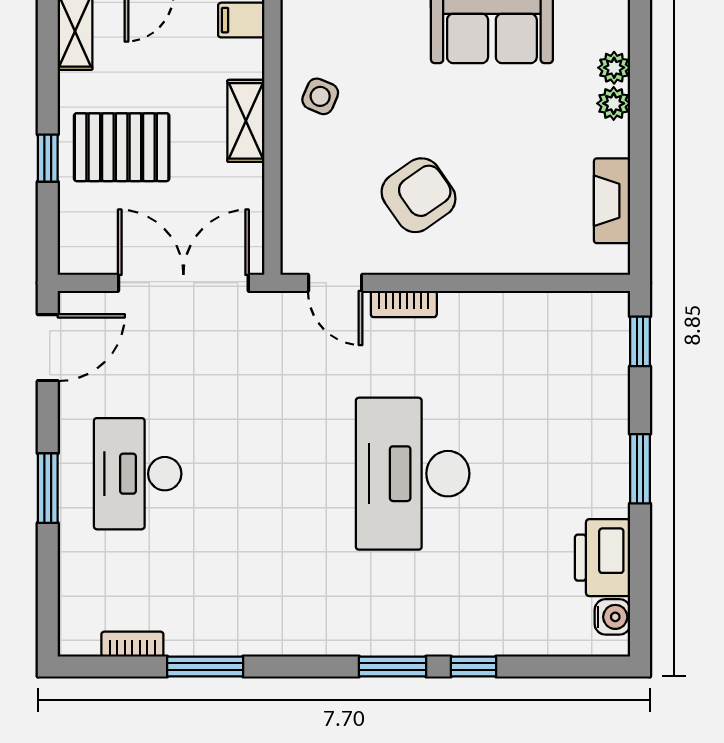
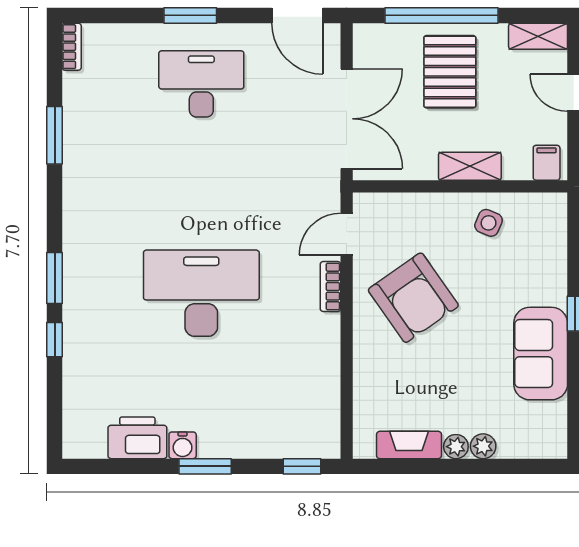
plant: (614, 68) -> (456, 447), moved
window: (48, 158) -> (441, 15), width x3.17
armchair: (418, 195) -> (413, 298), width x1.36, depth x1.36
water cooler: (612, 617) -> (183, 445), moved
bookcase: (132, 644) -> (72, 47), moved

